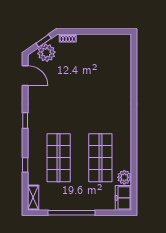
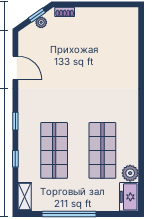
plant: (46, 53) -> (41, 22), width x0.53, depth x0.53
door: (25, 76) -> (15, 68), moved
window: (25, 120) -> (15, 121), moved

